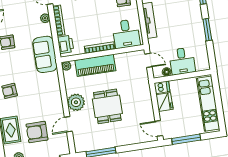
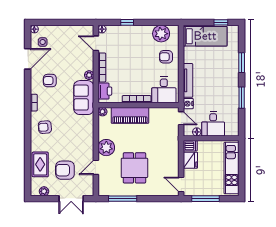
plant: (45, 18) -> (89, 75), moved
nightstand: (153, 44) -> (188, 104), added
dining table: (107, 106) -> (134, 168), moved

